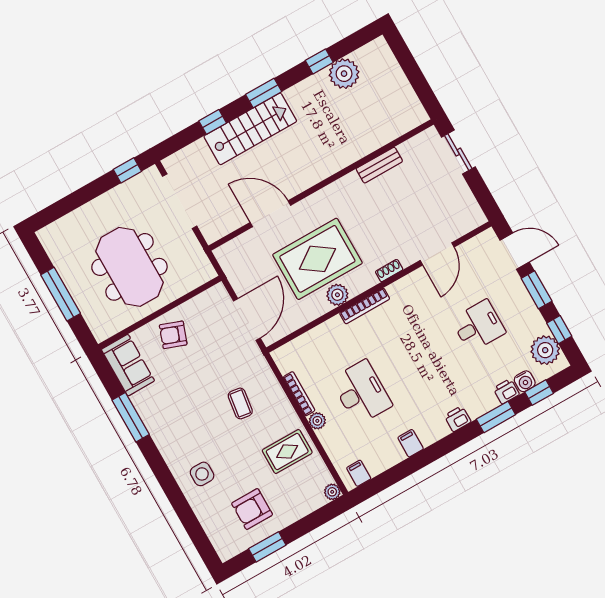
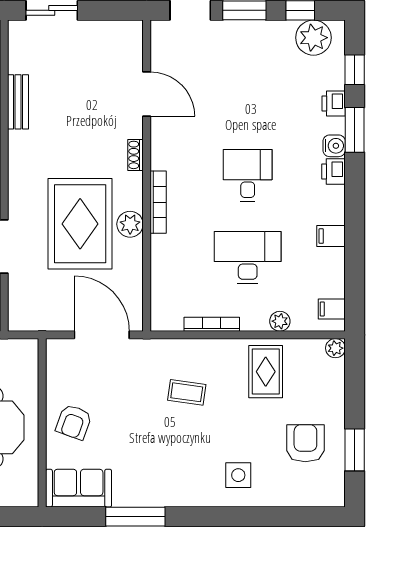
desk: (478, 326) -> (248, 176), moved
water cooler: (525, 381) -> (334, 146), moved
plant: (317, 421) -> (280, 321), moved
armchair: (252, 509) -> (305, 443), turned 180

